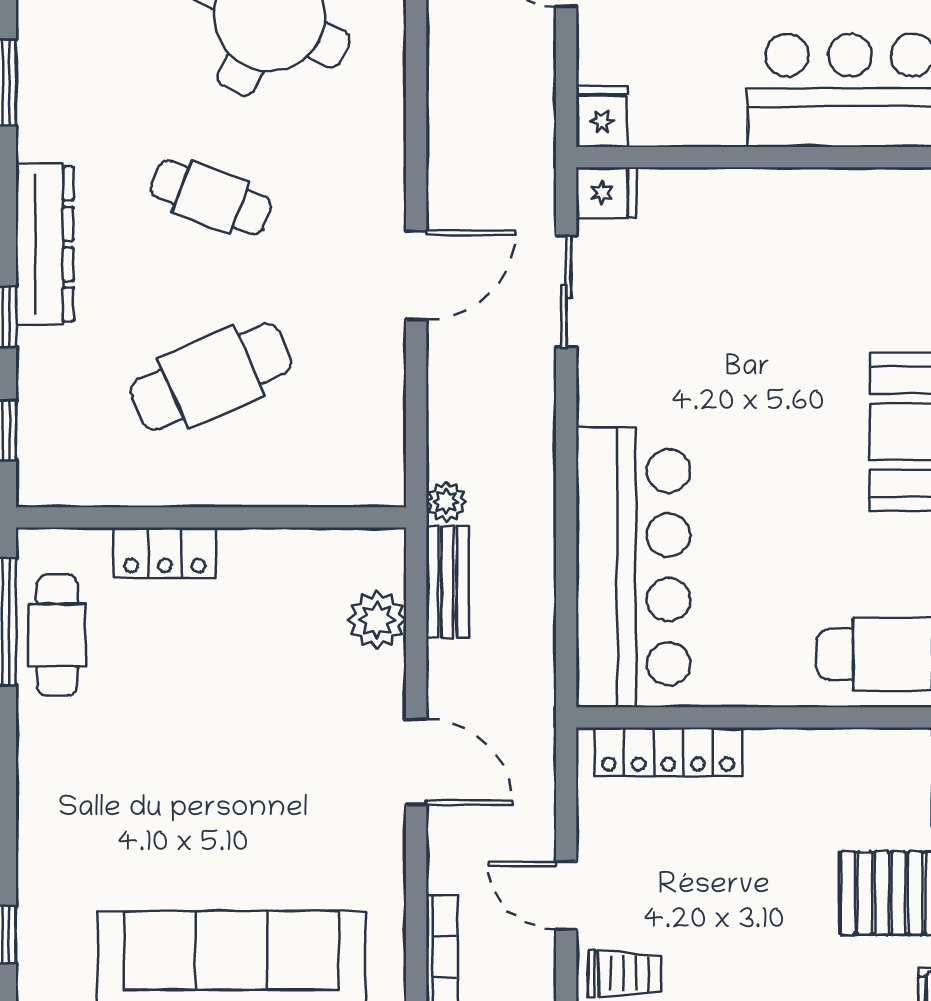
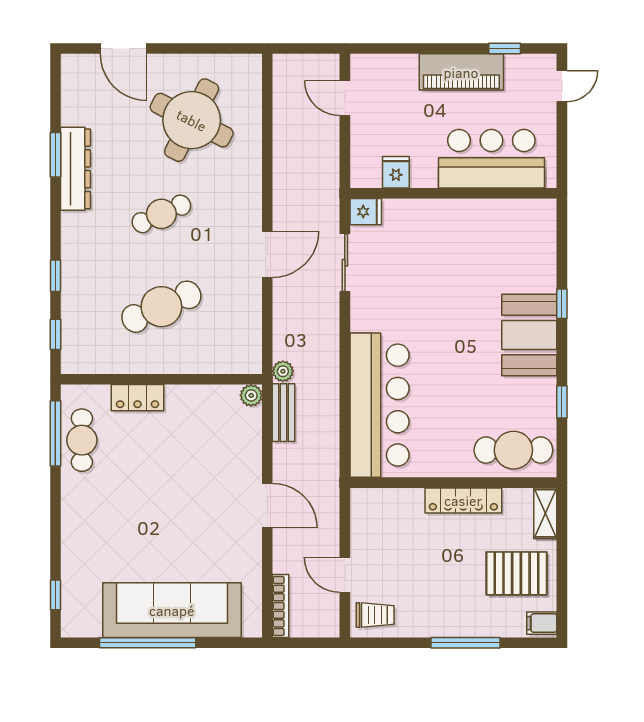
fridge: (602, 117) -> (396, 172), moved
cafe table: (211, 197) -> (161, 214), turned -45
dresser: (45, 244) -> (75, 169), moved
plant: (377, 620) -> (251, 395), moved, width x0.73, depth x0.73
locker: (668, 752) -> (463, 500), moved

